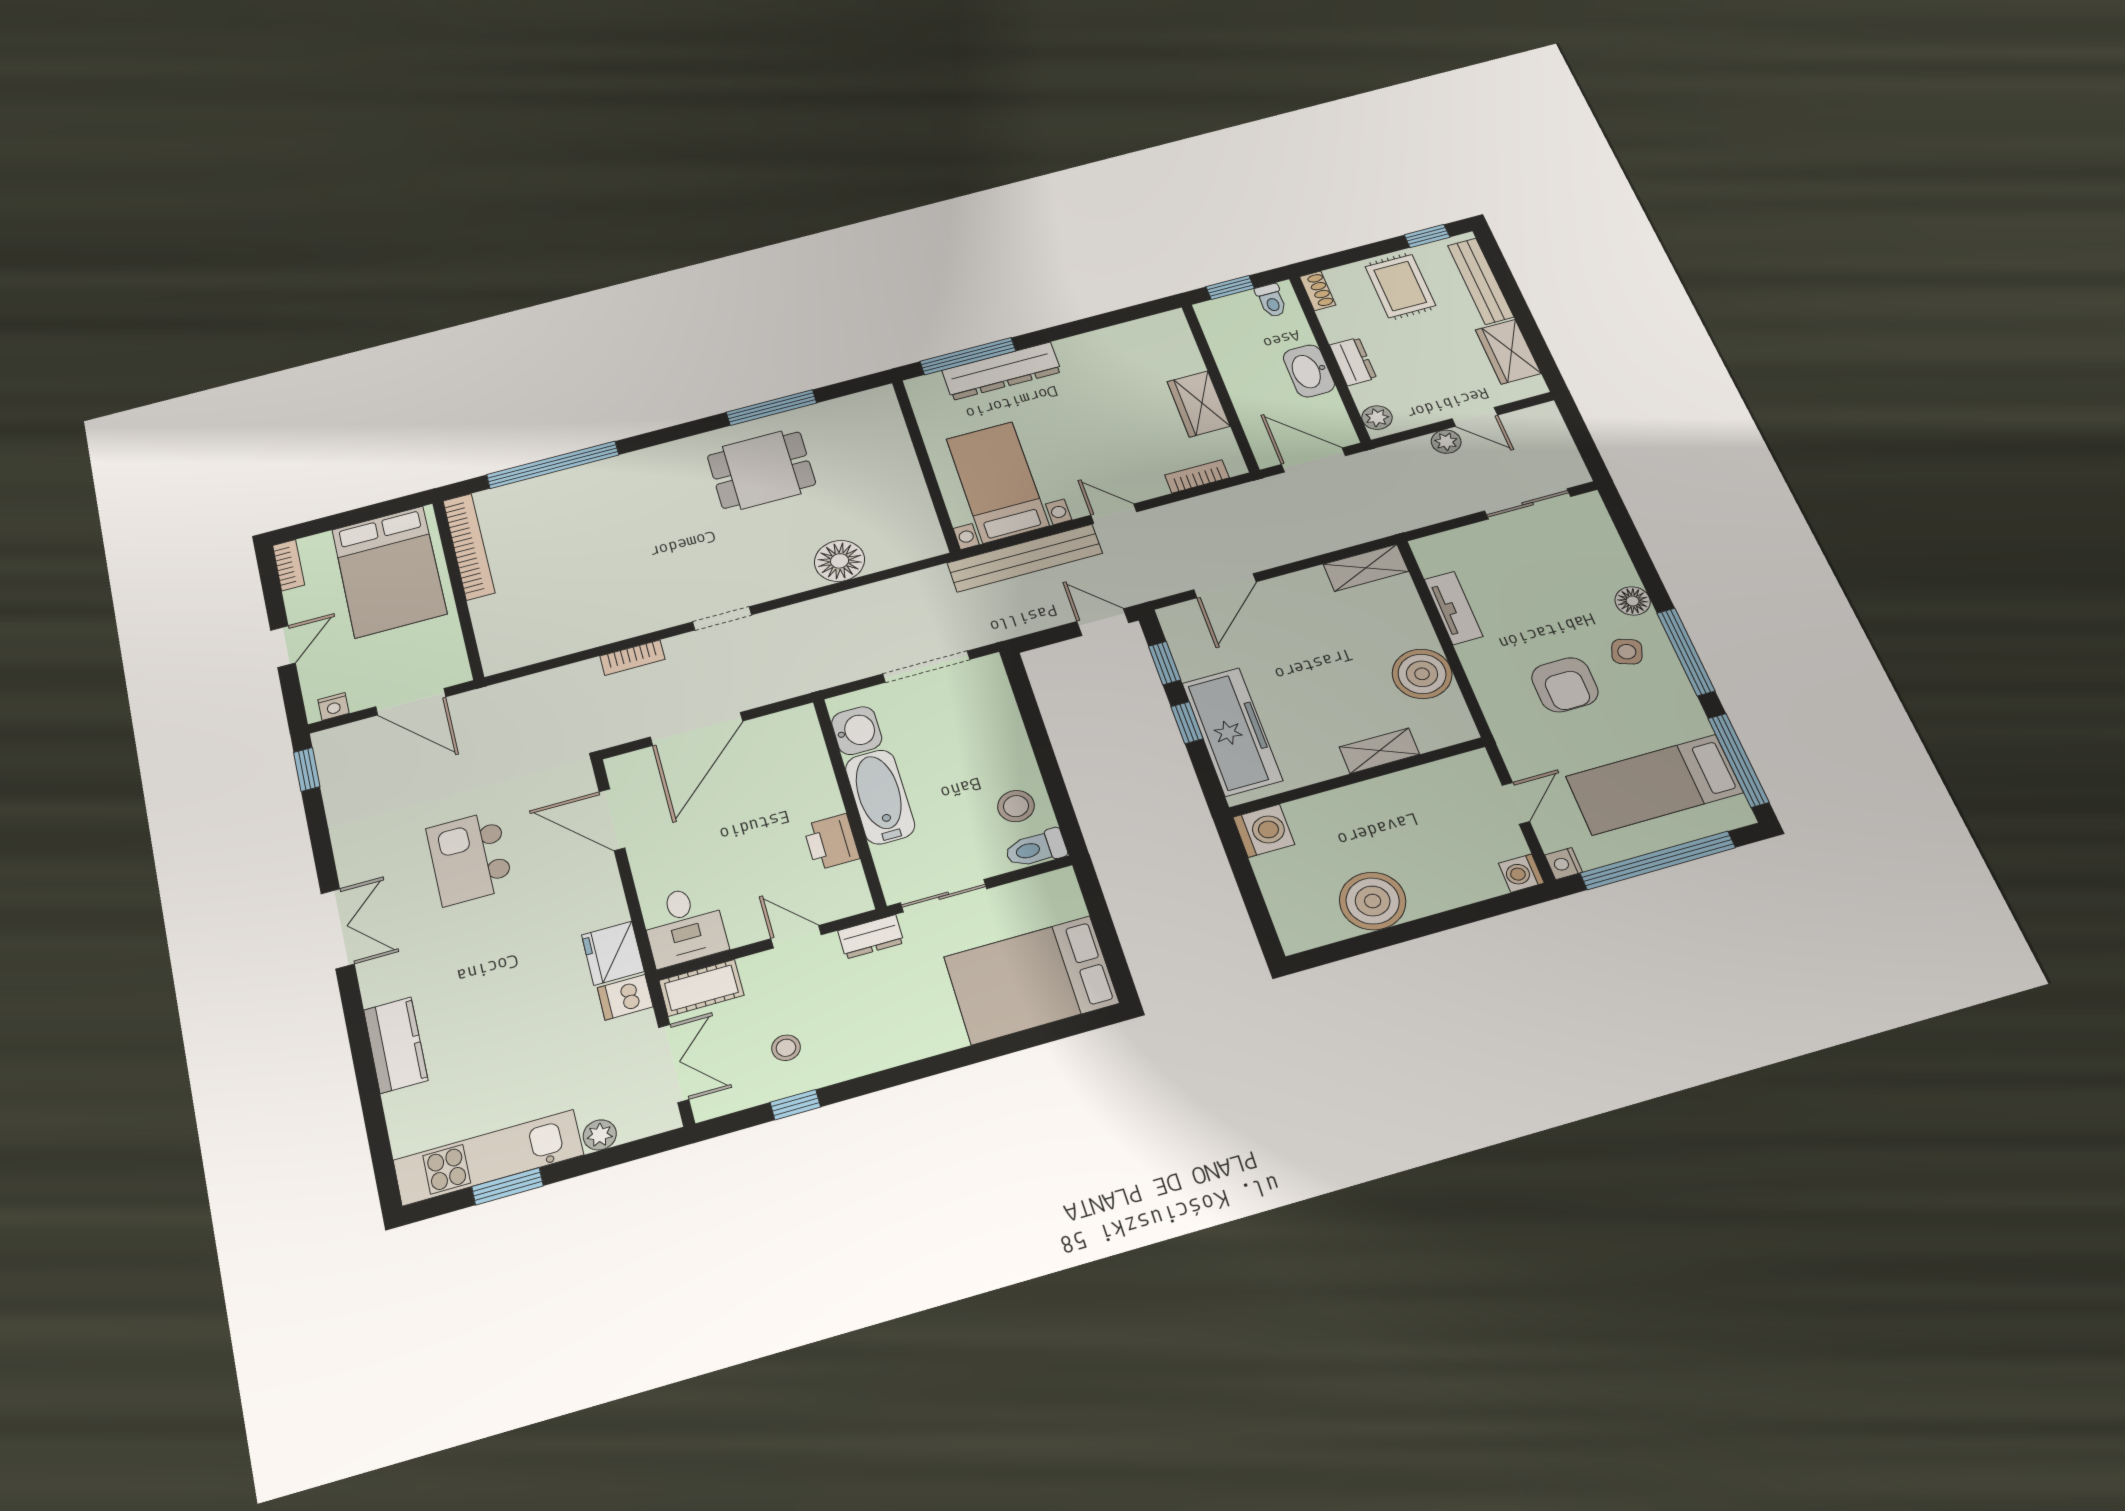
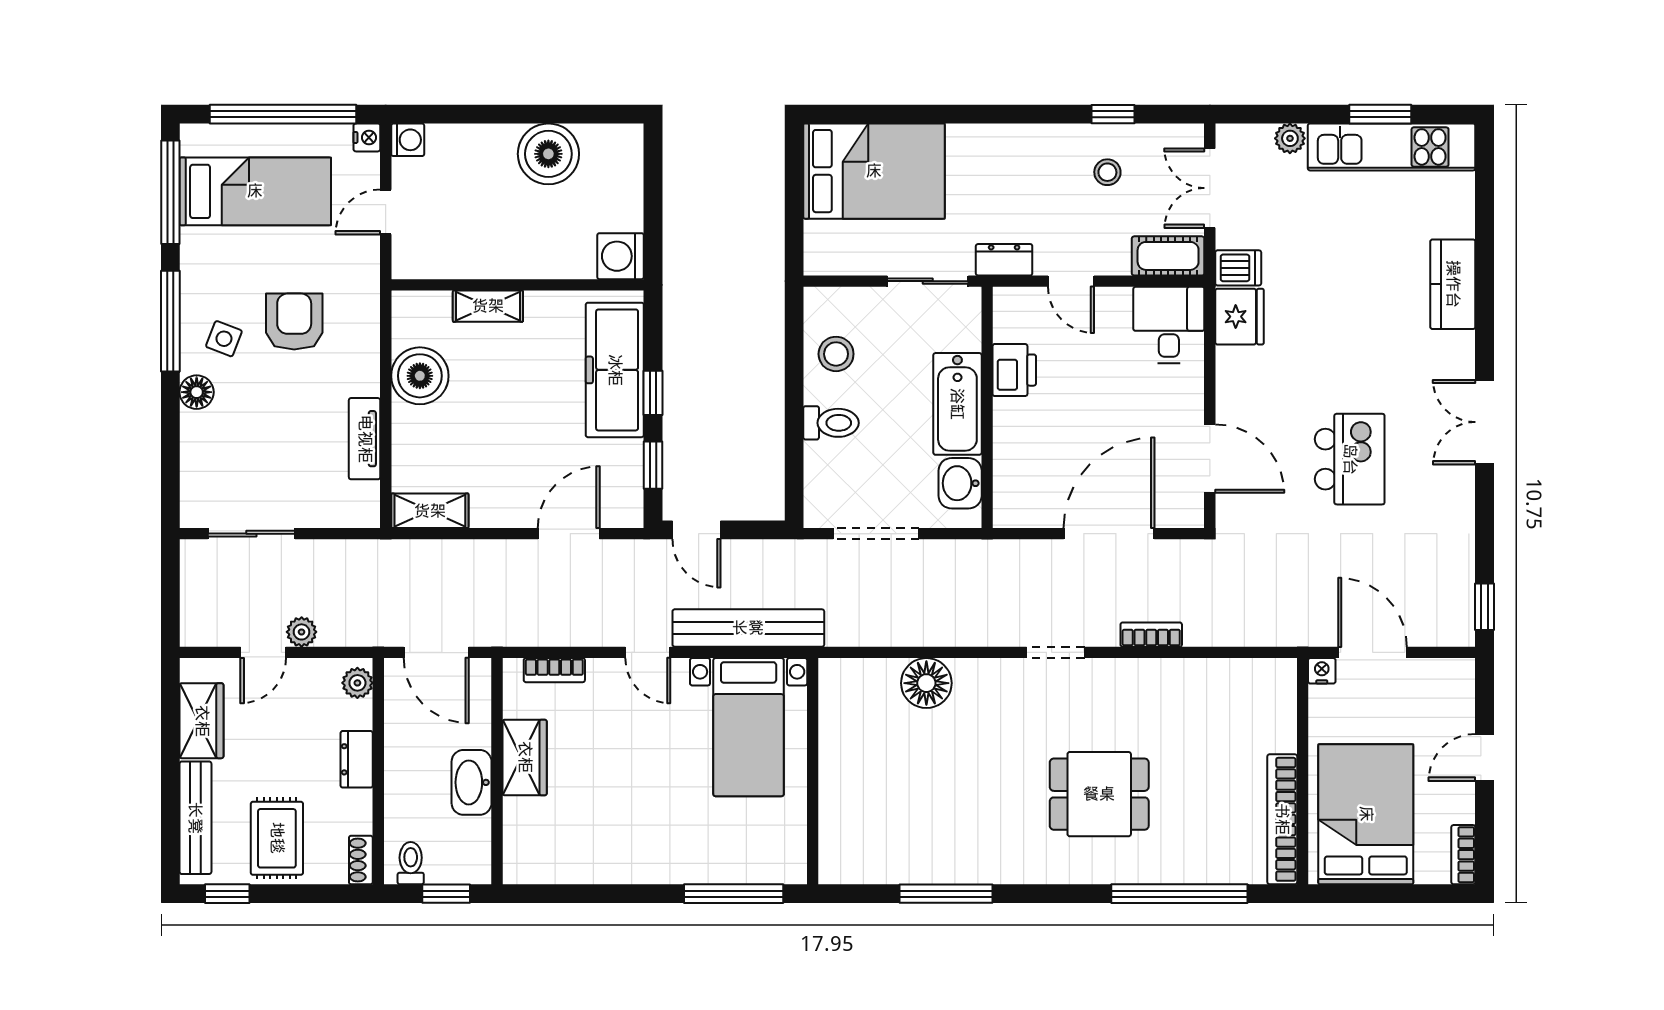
dresser: (1002, 371) -> (706, 863), removed
washbasin: (1309, 371) -> (472, 782), moved, turned 180
door: (1475, 417) -> (263, 652), swing flipped
dining table: (761, 470) -> (1099, 794), moved
nightstand: (333, 707) -> (1322, 671), moved
toilet: (1036, 849) -> (831, 423), moved

